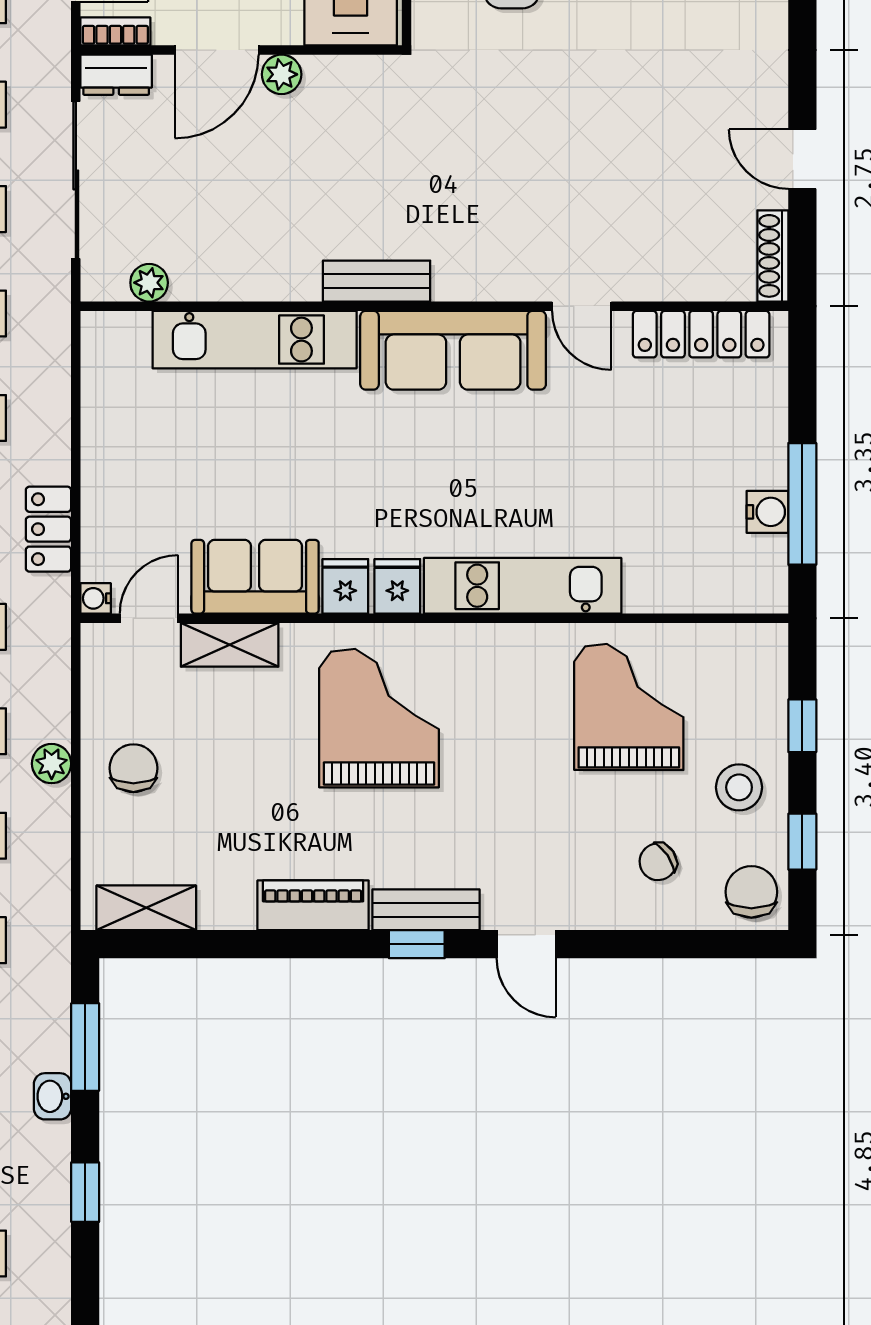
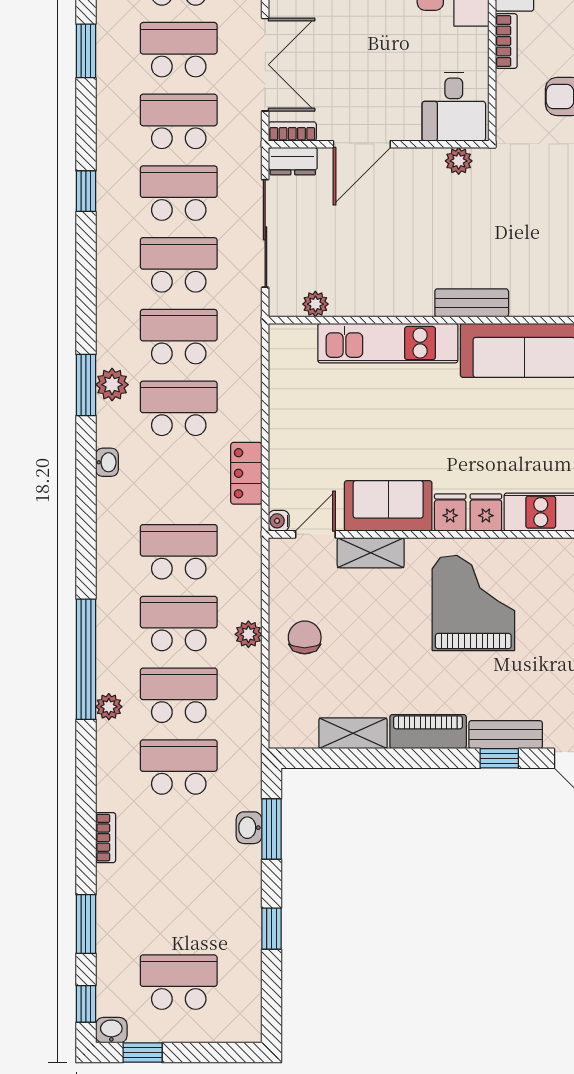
plant: (282, 74) -> (459, 161), moved
shelving: (146, 908) -> (353, 733), moved
washbasin: (52, 1096) -> (249, 828), moved

